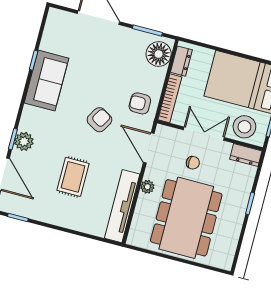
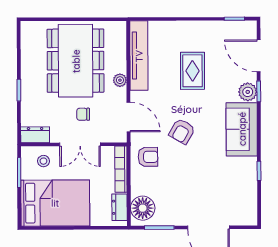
sofa: (46, 81) -> (242, 129), moved
stool: (244, 127) -> (43, 161), width x0.53, depth x0.53

